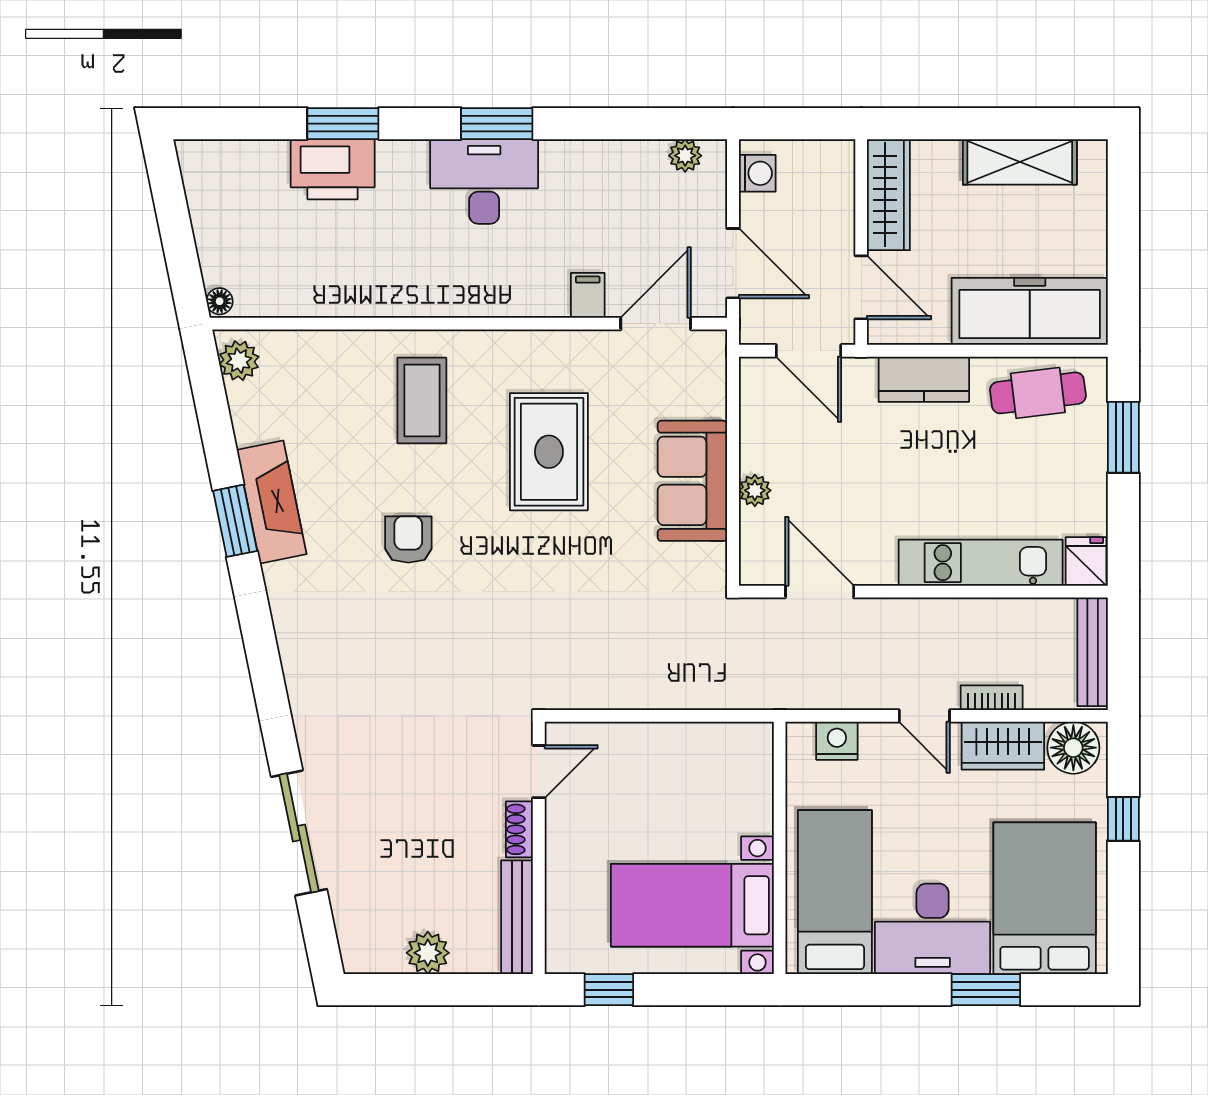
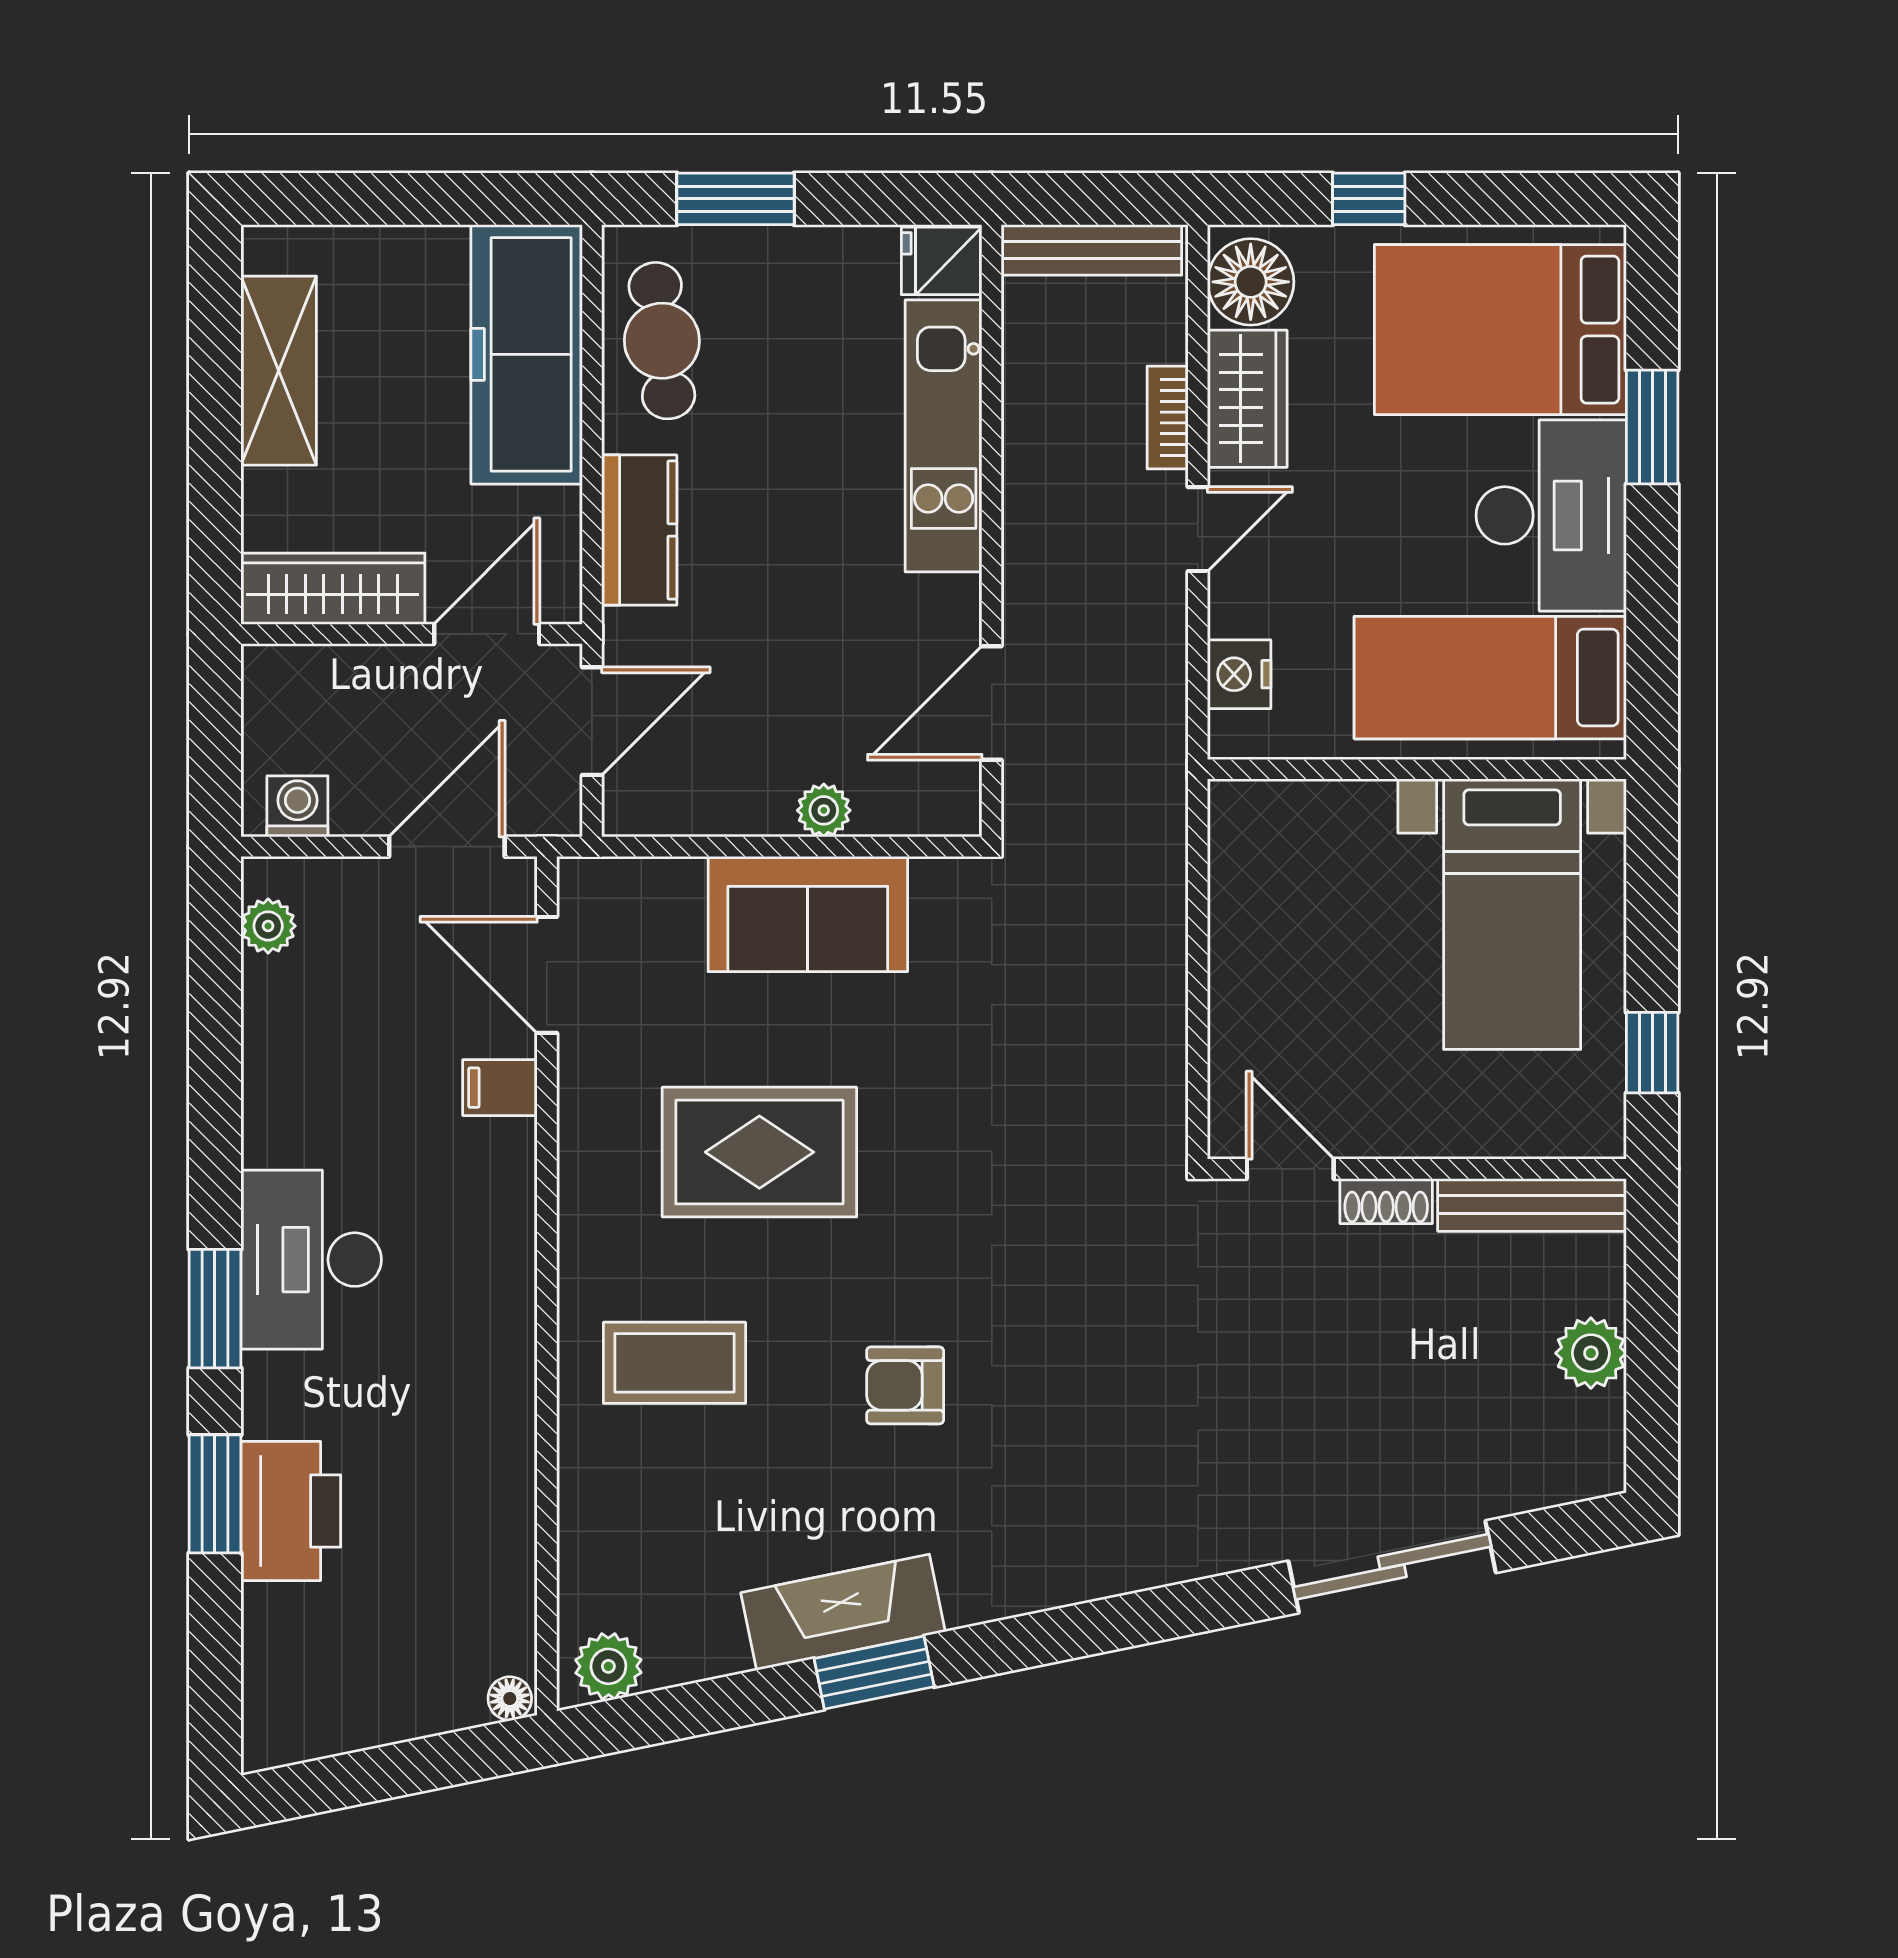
window: (497, 124) -> (215, 1309), moved

